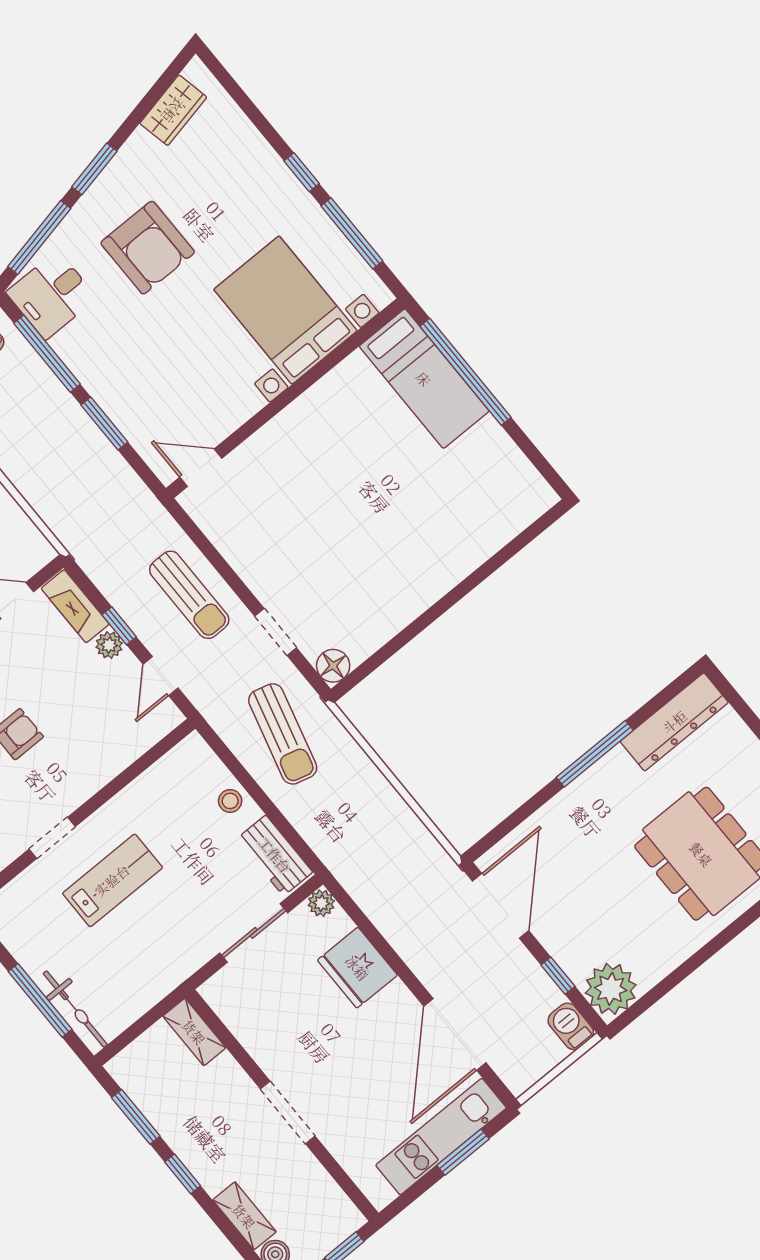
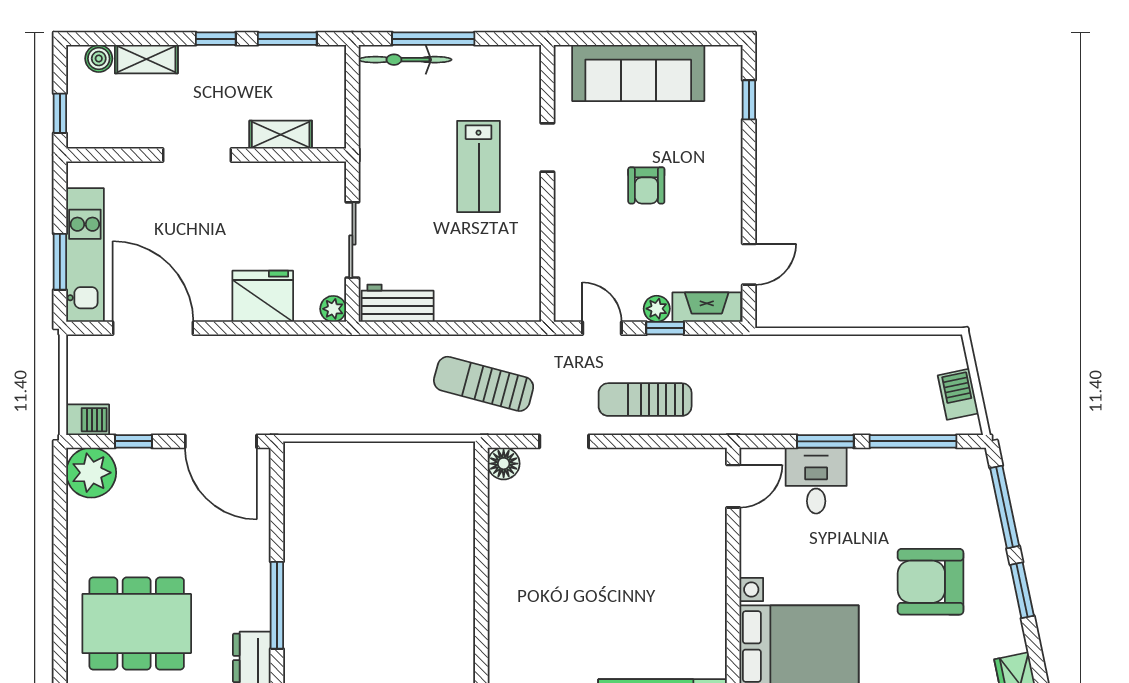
desk: (51, 295) -> (816, 481), moved
stool: (230, 801) -> (466, 303), removed
shelving: (194, 1032) -> (281, 135), moved

